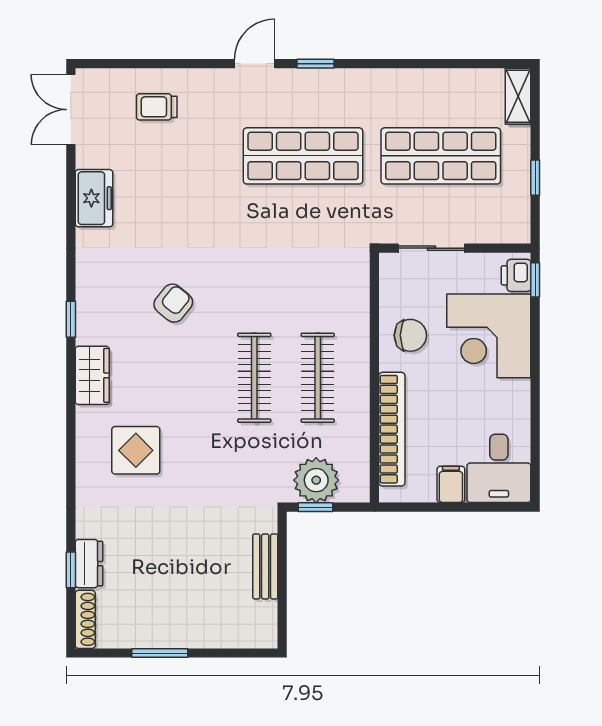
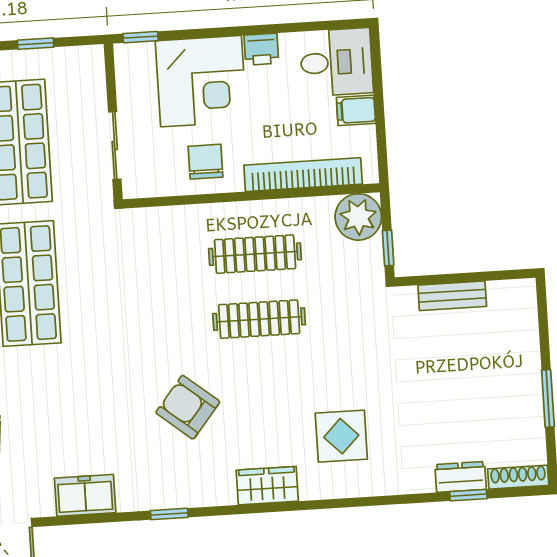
printer: (516, 275) -> (261, 49), moved
armchair: (173, 303) -> (188, 407), width x1.38, depth x1.38
window: (71, 319) -> (169, 514), moved
plant: (316, 480) -> (358, 217), moved

